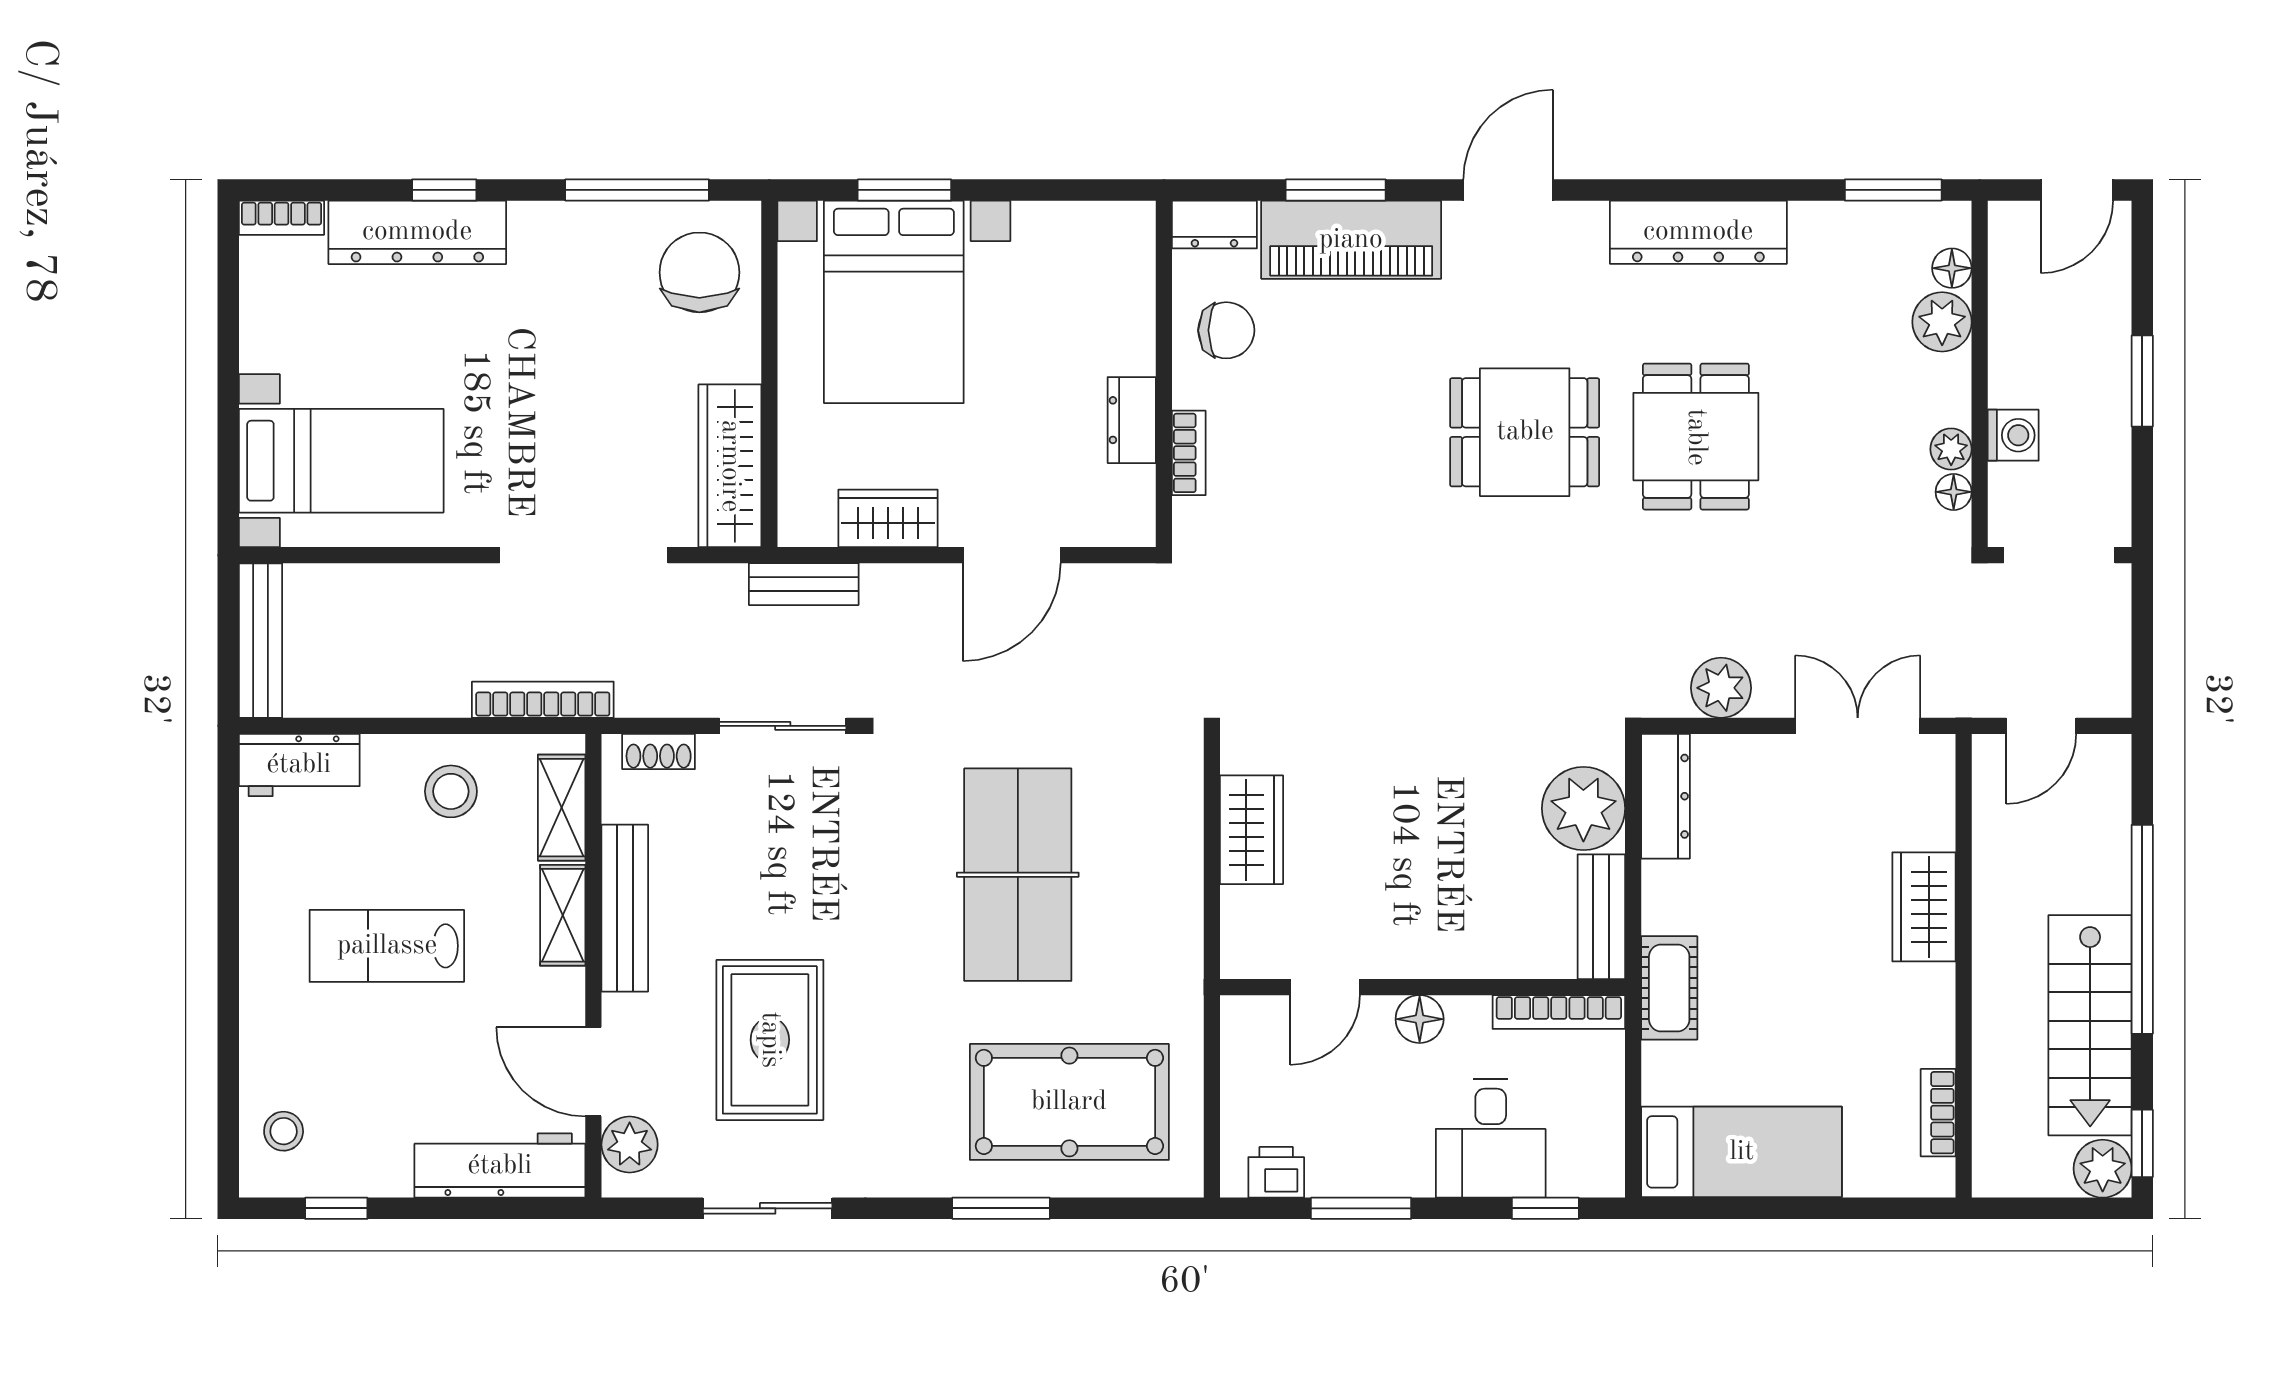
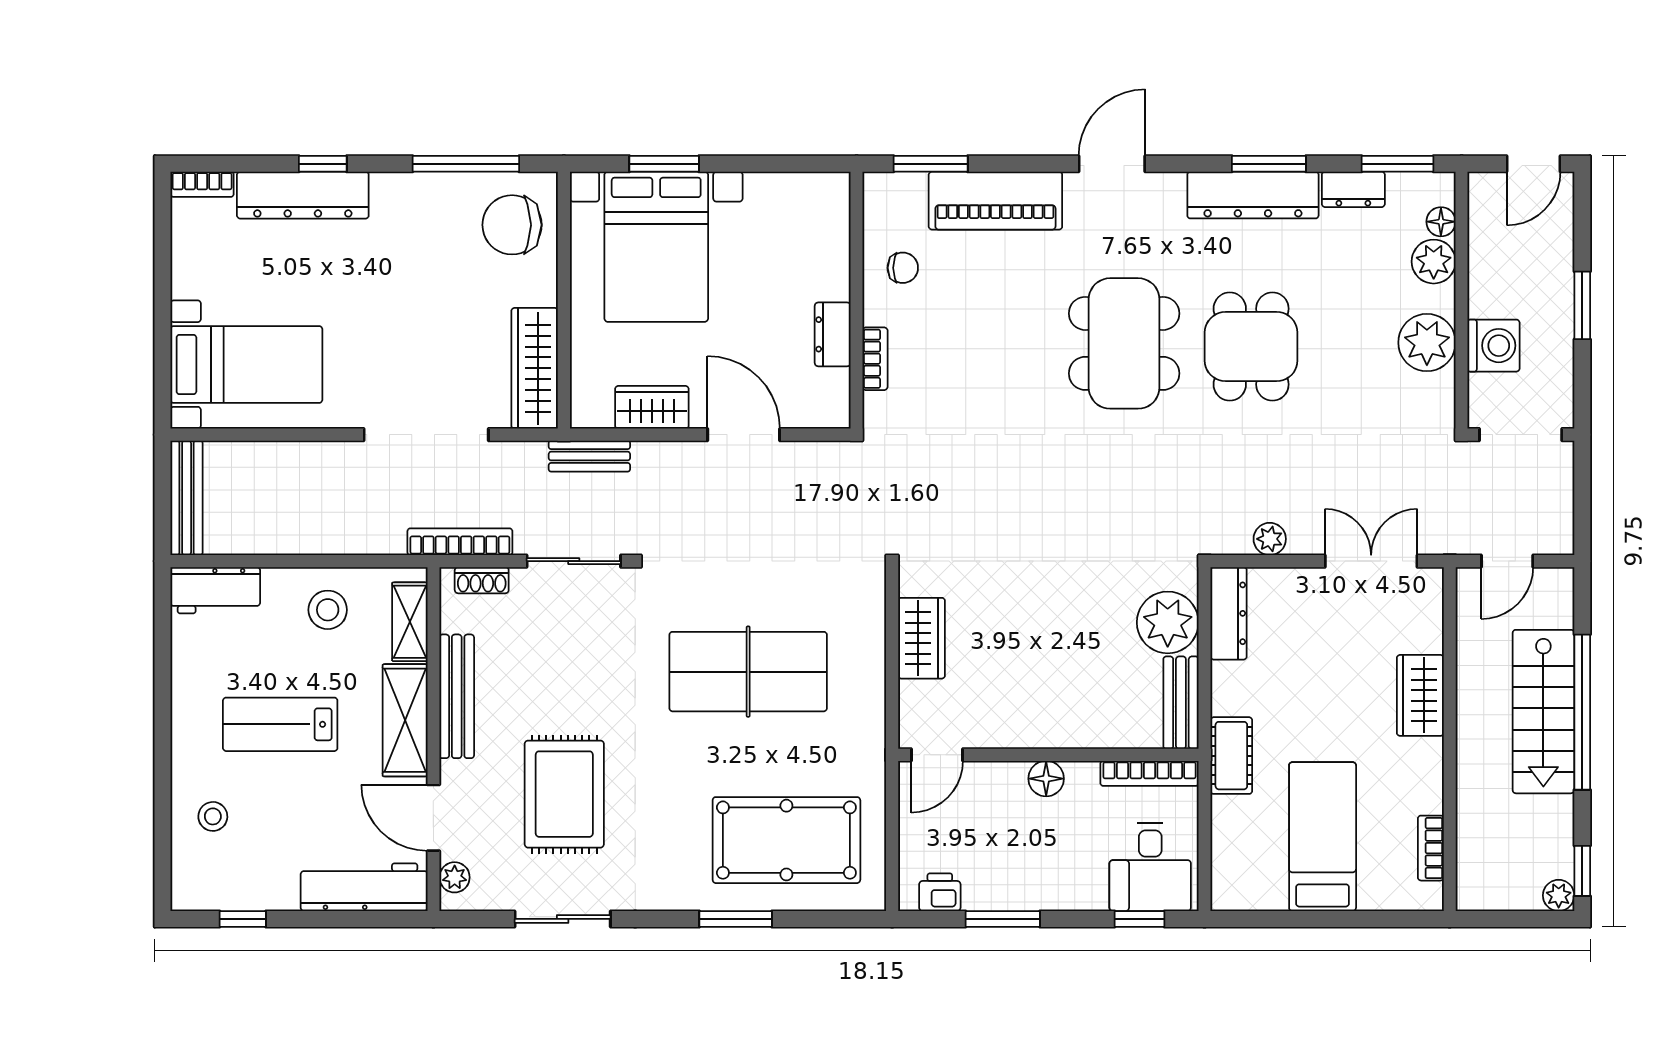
window: (1336, 190) -> (931, 164), moved
window: (1720, 190) -> (1269, 164), added
dresser: (1214, 225) -> (1353, 189), moved
chair: (699, 272) -> (512, 225), turned -90
chair: (1226, 330) -> (903, 268), width x0.73, depth x0.73
dining table: (1525, 432) -> (1124, 343), width x1.38
washing machine: (2013, 435) -> (1494, 346), width x1.38, depth x1.38
plant: (1951, 449) -> (1427, 343), width x1.88, depth x1.88
floor lamp: (1954, 492) -> (1442, 388), removed
door: (1012, 555) -> (744, 435), swing flipped
plant: (1721, 688) -> (1270, 539), width x0.73, depth x0.73
bookcase: (543, 700) -> (460, 542), moved
table tennis table: (1018, 875) -> (748, 672), turned 90
shelving: (563, 915) -> (405, 720), width x1.50, depth x1.33
door: (1325, 987) -> (937, 755), moved
stairs: (2090, 1025) -> (1543, 712), moved
stool: (284, 1131) -> (213, 816), moved
desk: (1491, 1138) -> (1150, 867), moved
plant: (630, 1145) -> (455, 877), width x0.73, depth x0.73
bed: (1742, 1152) -> (1323, 837), moved, turned -90
plant: (2103, 1169) -> (1559, 895), width x0.73, depth x0.73

